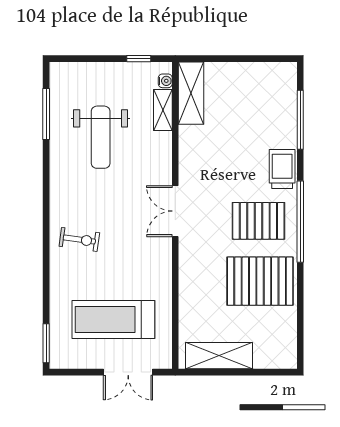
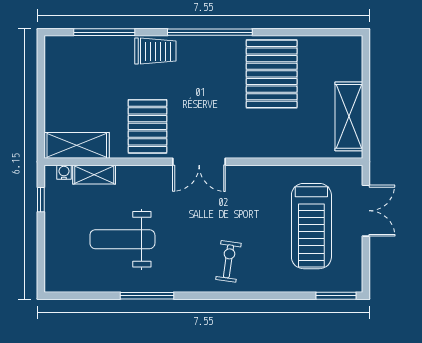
window: (46, 114) -> (147, 296), moved
weight bench: (101, 137) -> (122, 239), turned 180
trolley: (282, 169) -> (155, 51), turned 180
pallet: (258, 221) -> (147, 126), moved

